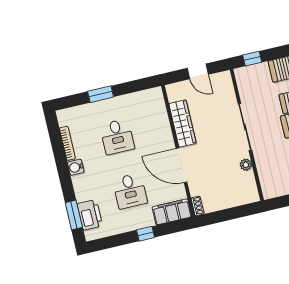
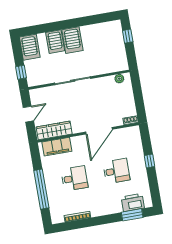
window: (101, 94) -> (41, 189), width x2.11
wardrobe: (182, 123) -> (54, 130), moved
plant: (246, 165) -> (119, 79), moved
water cooler: (76, 167) -> (96, 211), removed
filing cabinet: (172, 212) -> (57, 147), moved, turned -90

